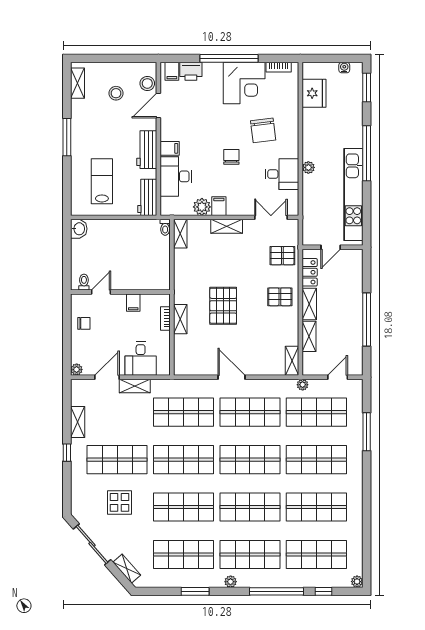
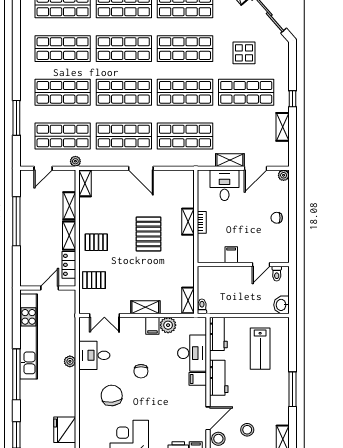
toilet: (84, 282) -> (277, 274), moved
door: (101, 292) -> (261, 265), moved
wall: (120, 292) -> (243, 265), moved
filing cabinet: (133, 303) -> (231, 255), moved

